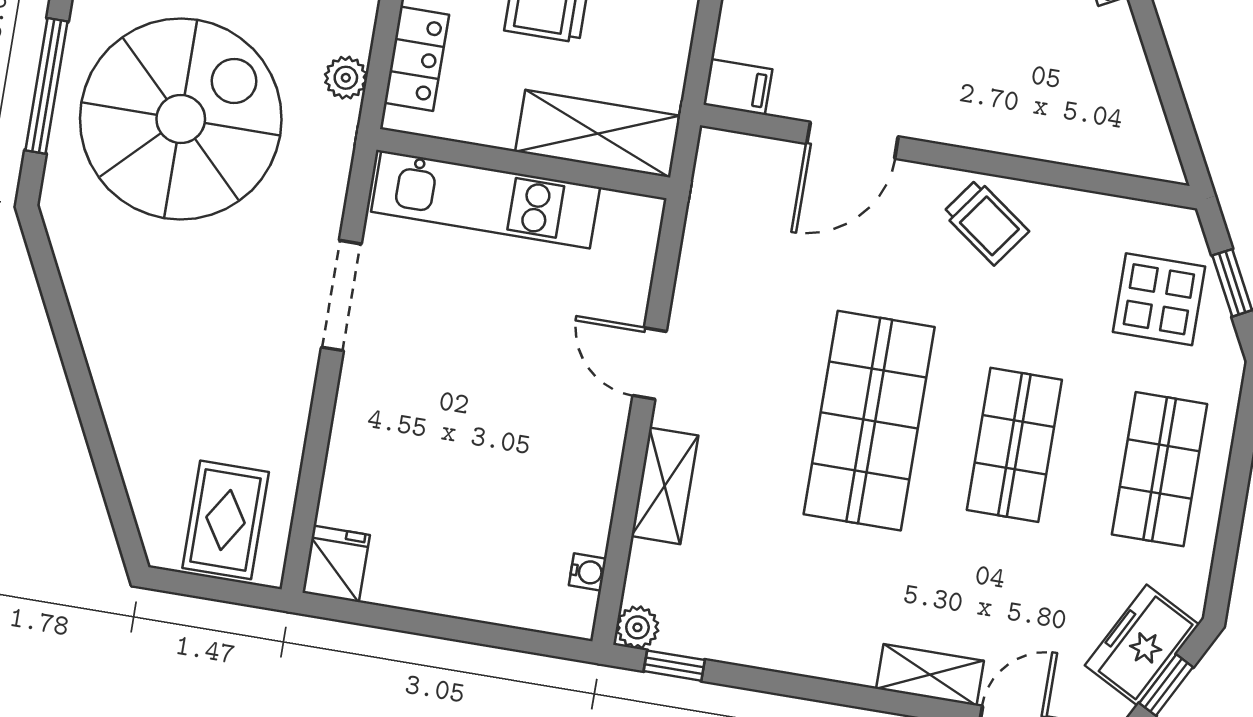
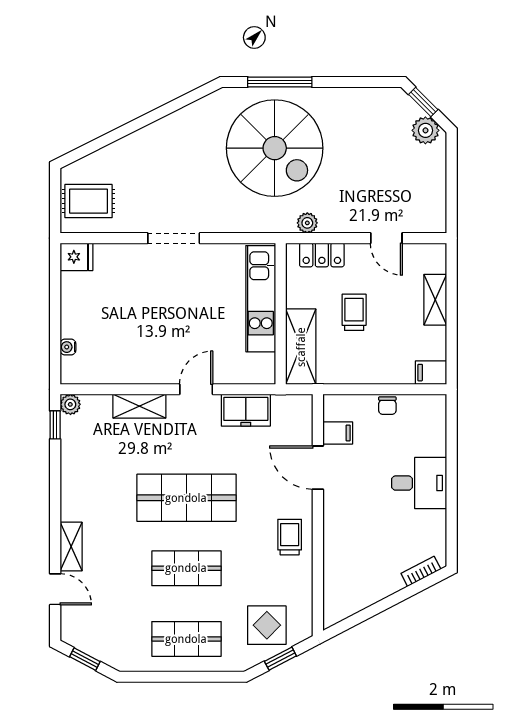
filing cabinet: (738, 87) -> (338, 433), moved, turned -90
trolley: (986, 222) -> (290, 537), turned 144
doorway: (341, 296) -> (174, 238), moved
water cooler: (588, 572) -> (68, 347), moved, turned 90
freezer: (1142, 645) -> (246, 410), moved, turned 152

